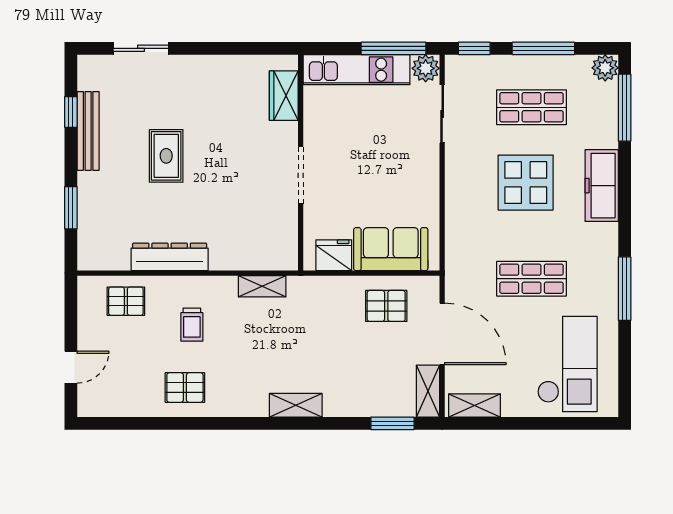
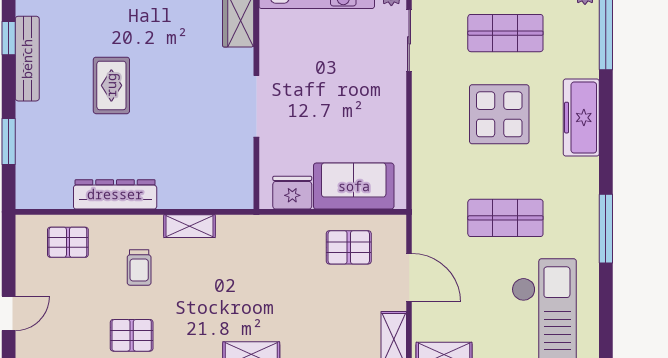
shelving: (262, 286) -> (189, 226), moved
door: (442, 334) -> (409, 278), width x0.73

